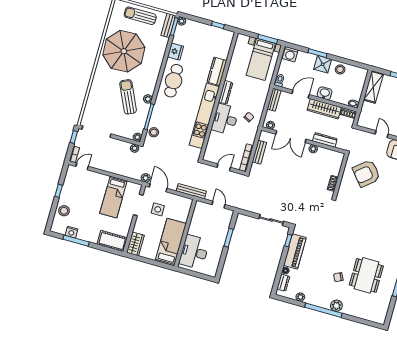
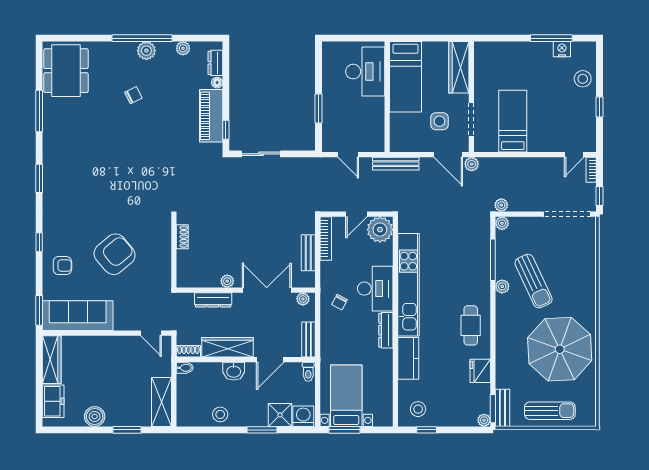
shower: (323, 64) -> (280, 415), moved
cafe table: (174, 81) -> (471, 325), width x0.73, depth x0.74
stool: (154, 132) -> (418, 409), moved
door: (382, 134) -> (151, 333), moved
plant: (212, 154) -> (380, 230), added
armchair: (366, 173) -> (115, 254), moved
cot: (112, 241) -> (496, 53), removed
wardrobe: (135, 244) -> (459, 67), width x1.50
dining table: (366, 275) -> (66, 71), moved
plant: (336, 306) -> (146, 51), moved

